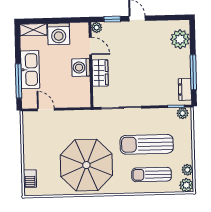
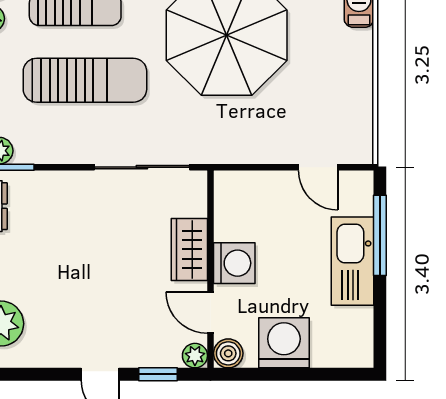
boiler: (82, 29) -> (228, 353), added
shelving: (33, 30) -> (343, 354), removed

